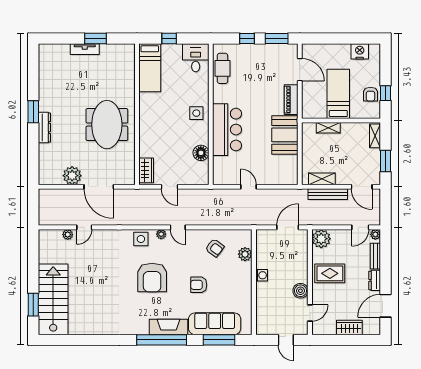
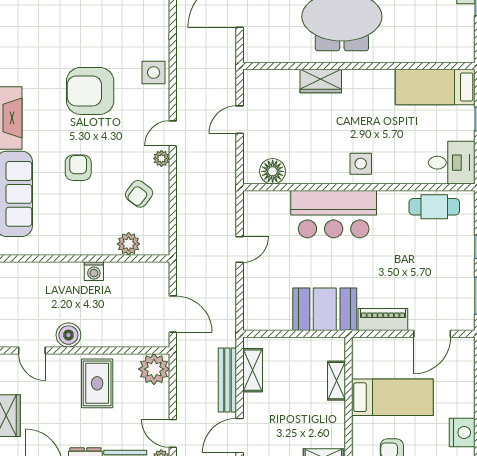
floor lamp: (201, 153) -> (273, 171), moved
wardrobe: (146, 170) -> (321, 81), moved
plant: (161, 234) -> (161, 158), moved

